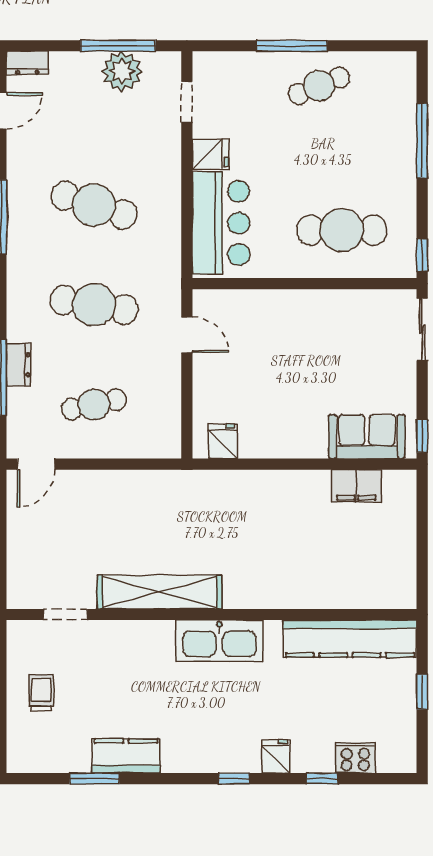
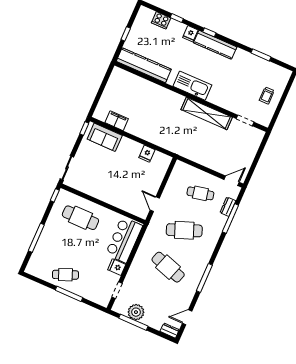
cafe table: (94, 305) -> (184, 230), turned -30
dresser: (19, 365) -> (228, 207), moved
fridge: (223, 441) -> (147, 154), moved
kitchen counter: (126, 756) -> (215, 45), moved, width x1.50

